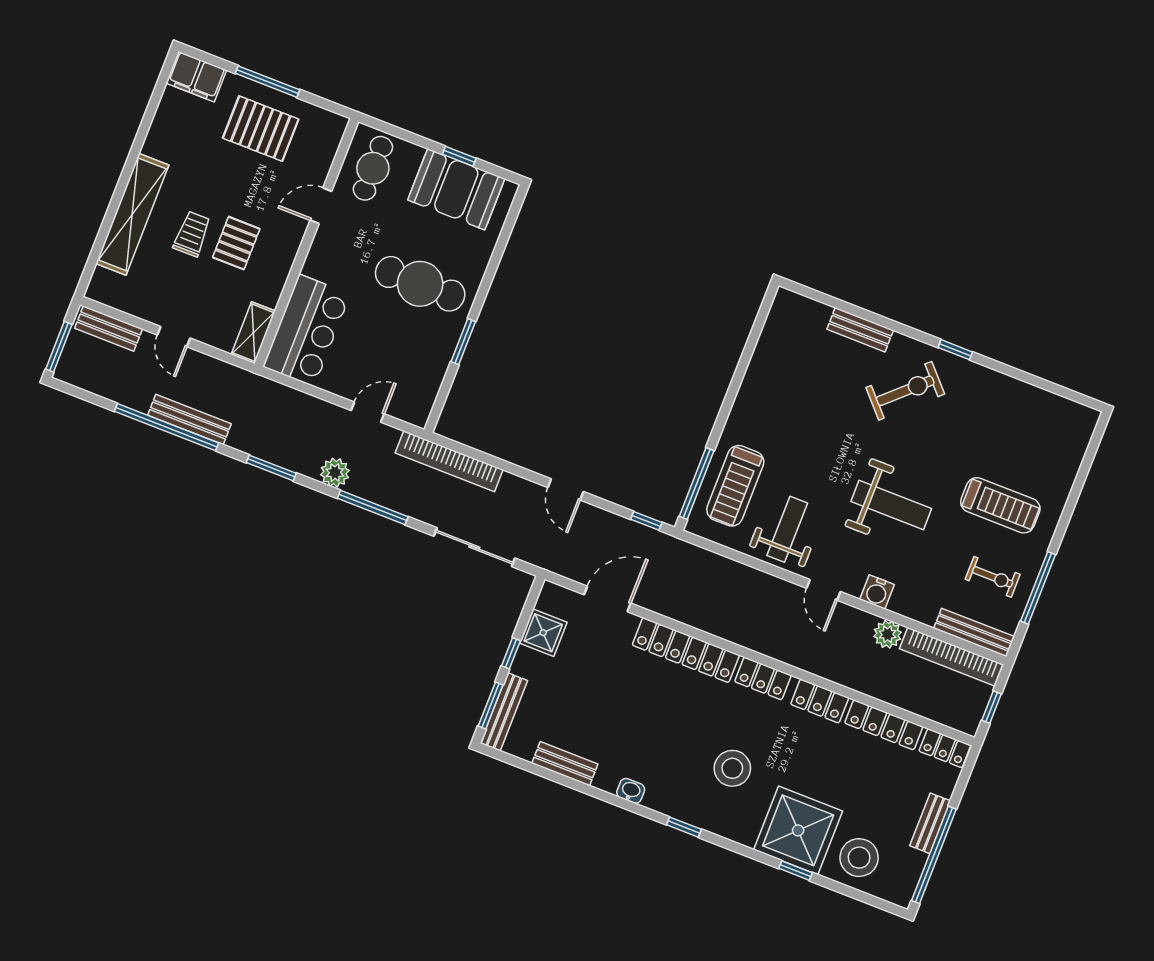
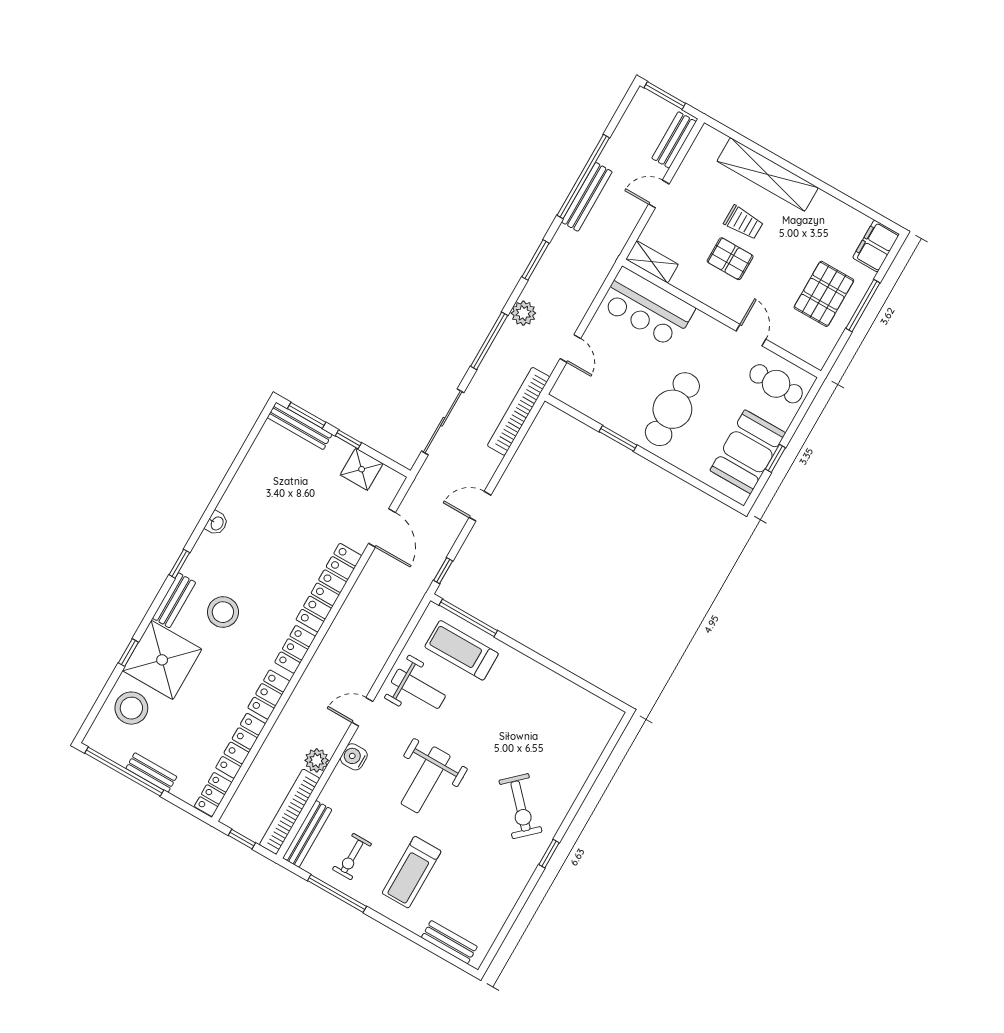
bench: (860, 330) -> (449, 942), moved, turned 90
bench: (565, 764) -> (174, 600), moved

